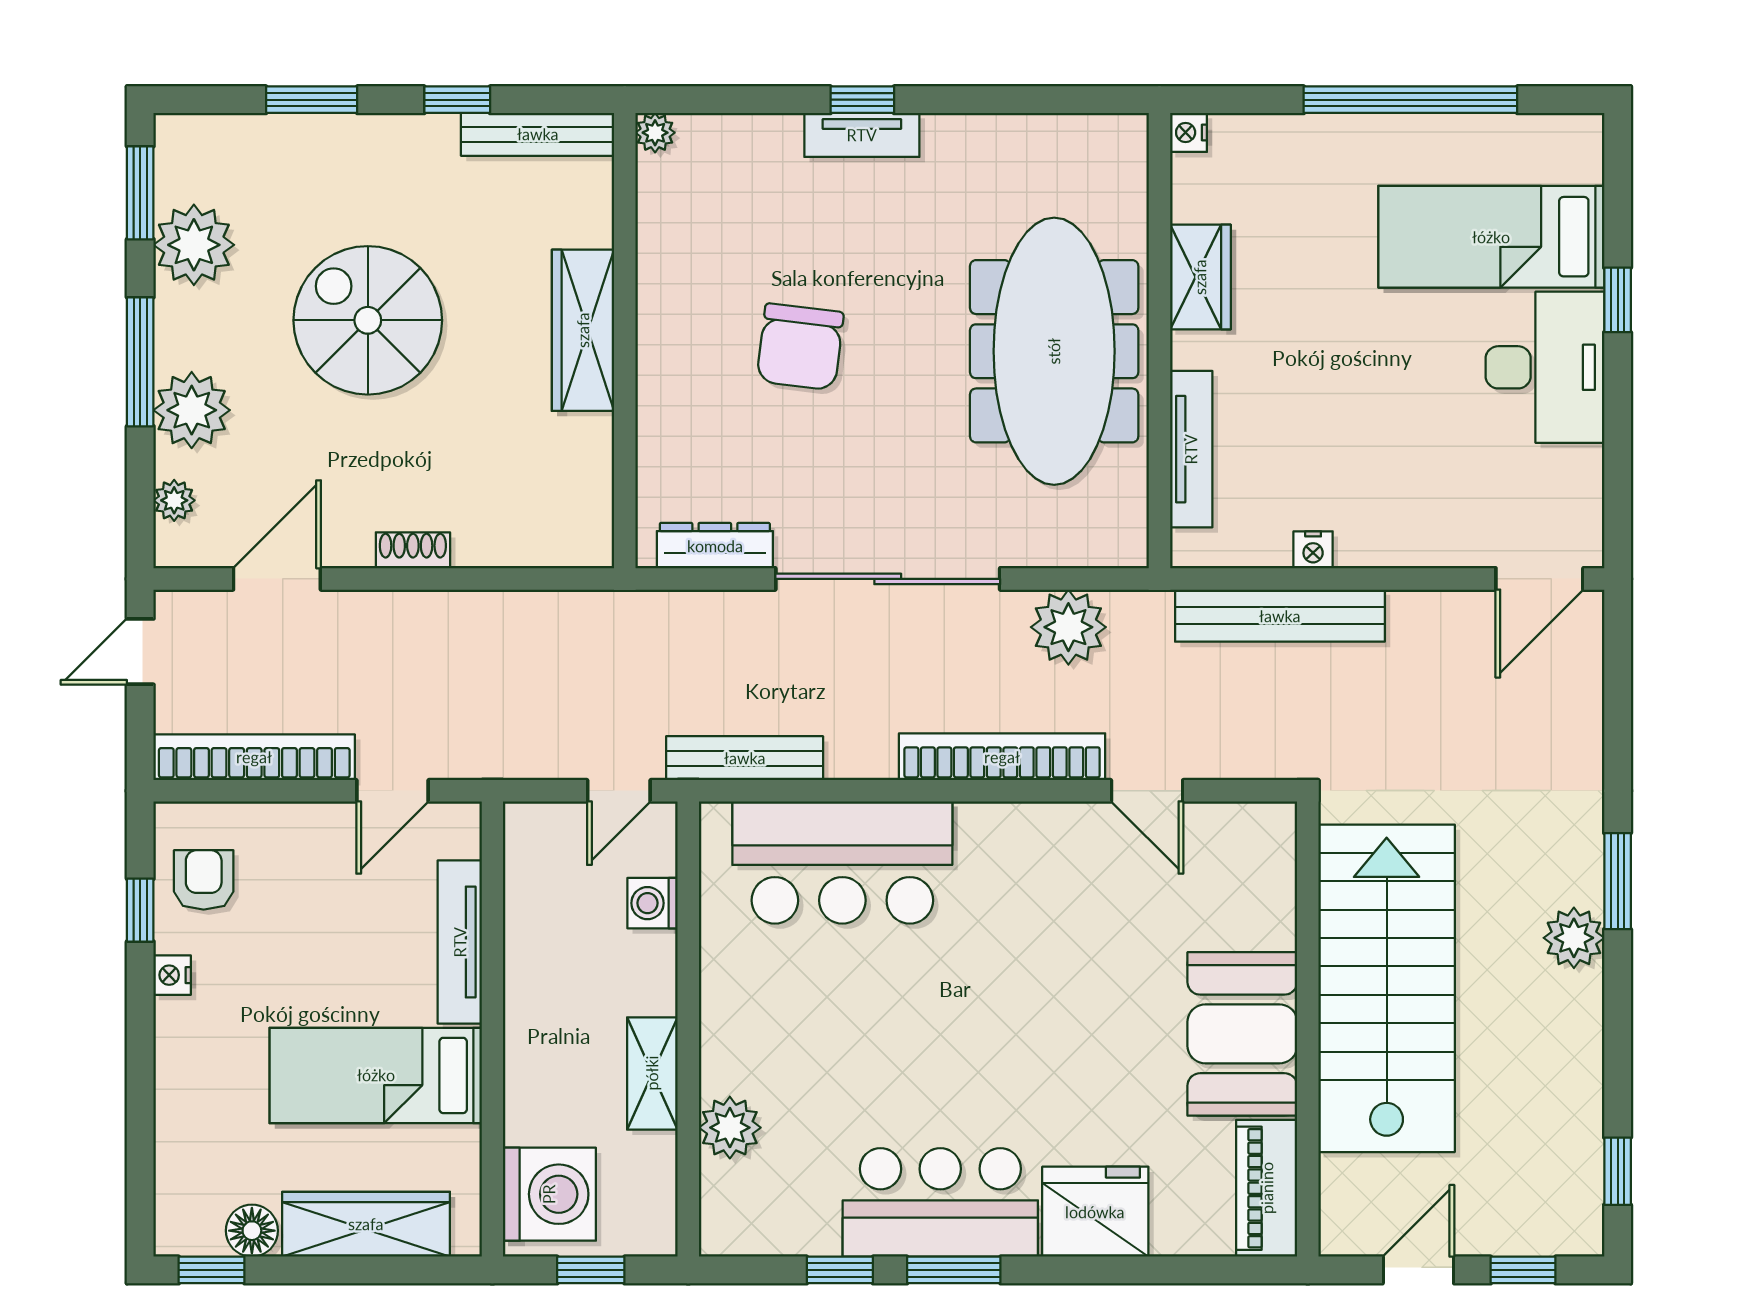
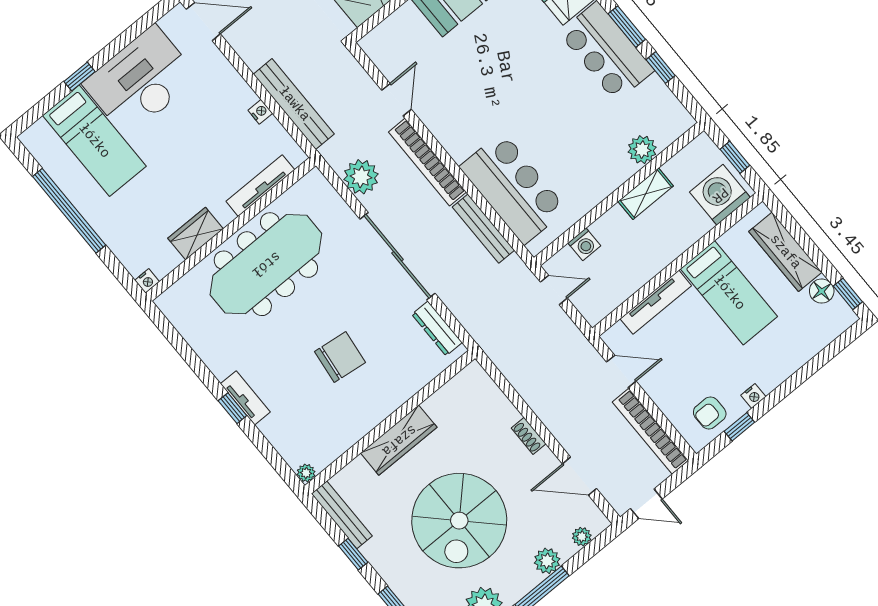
spiral stairs: (368, 320) -> (459, 521), width x1.37, depth x1.37
desk: (1545, 367) -> (141, 81), width x1.36, depth x1.30
plant: (192, 410) -> (547, 561), width x0.73, depth x0.73
bench: (745, 758) -> (483, 229), moved

